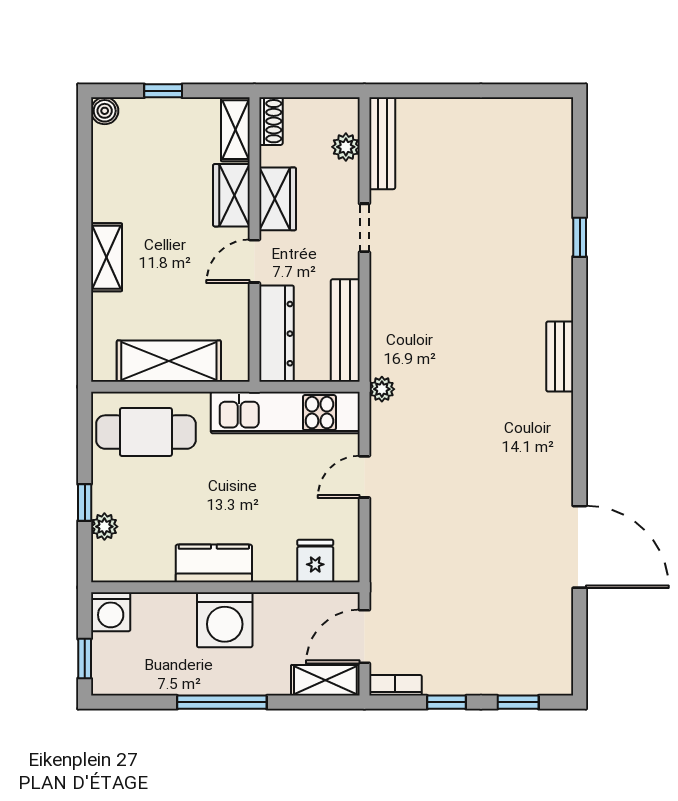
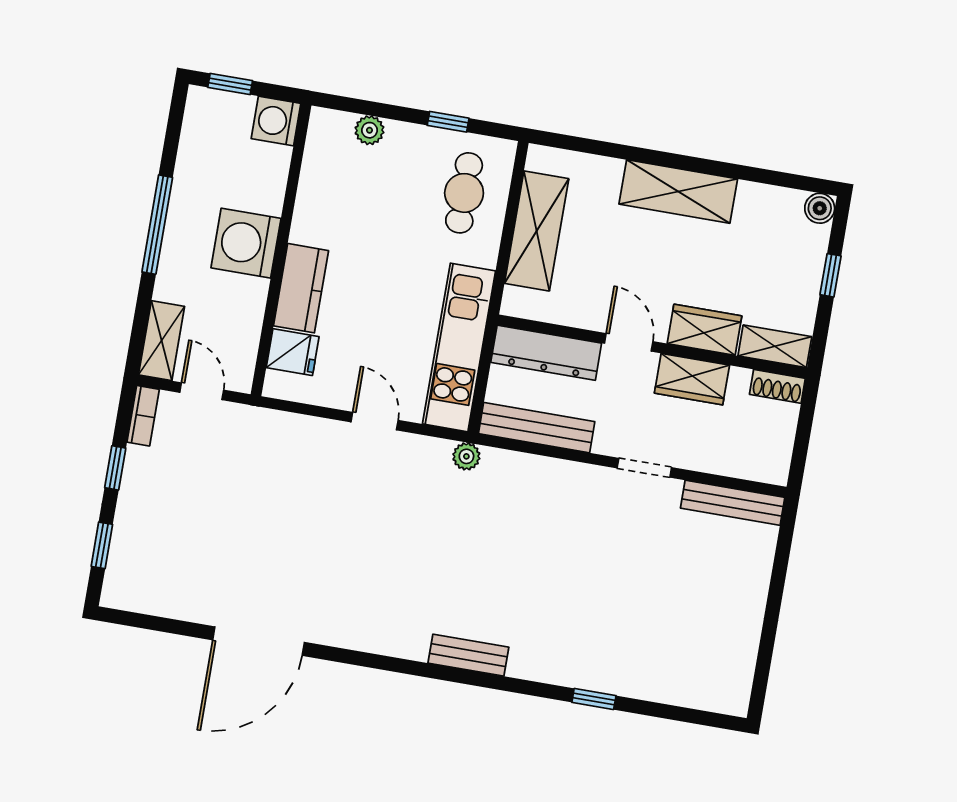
plant: (346, 147) -> (735, 463), removed
shelving: (106, 257) -> (678, 192), width x1.50, depth x1.33
cafe table: (146, 432) -> (464, 193), width x0.73, depth x0.74
window: (85, 502) -> (448, 122), moved
kitchen counter: (214, 563) -> (301, 288), moved
door: (364, 636) -> (202, 391), width x0.73

